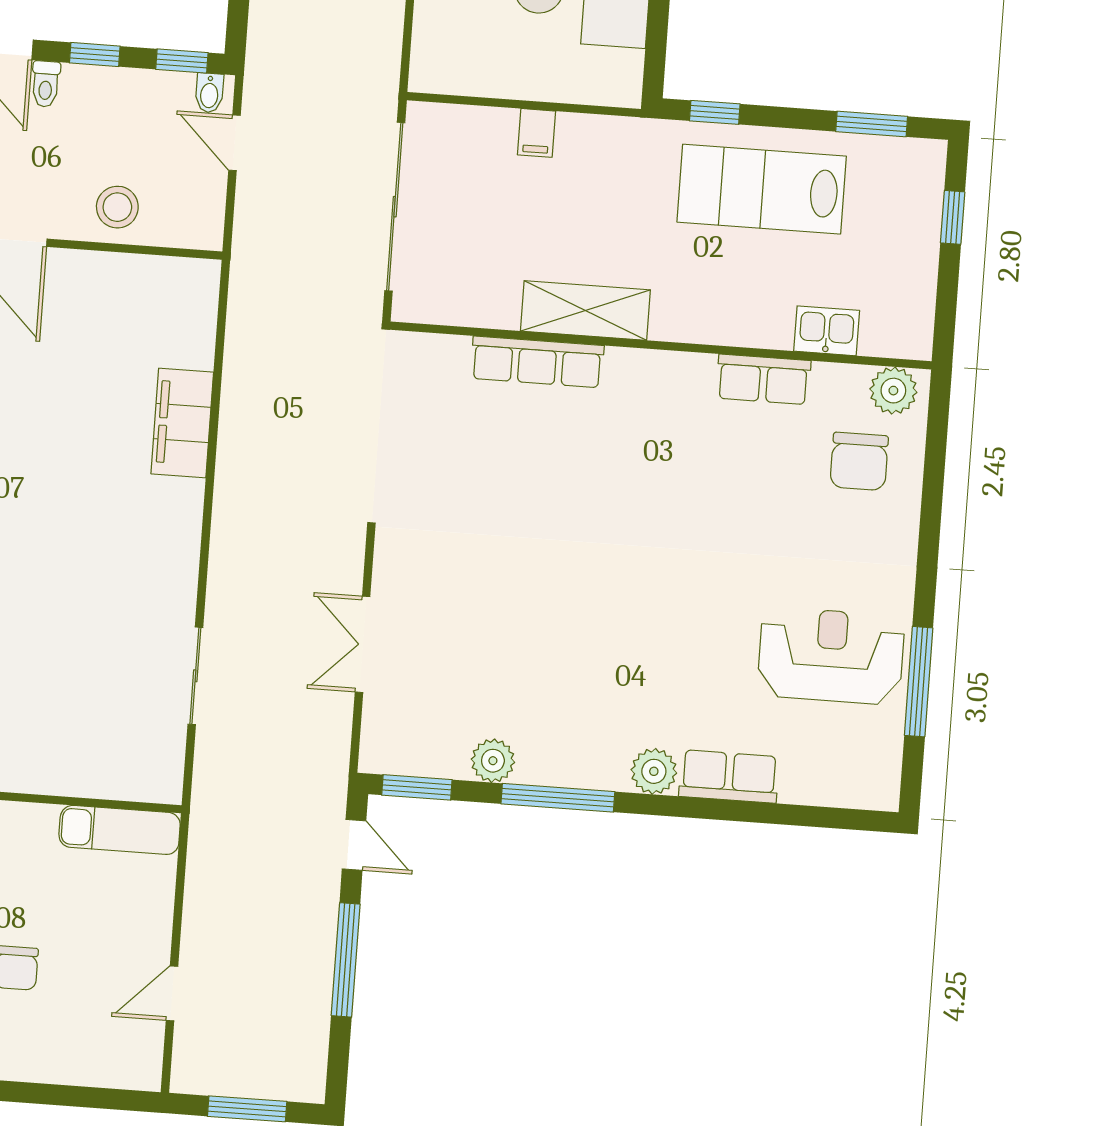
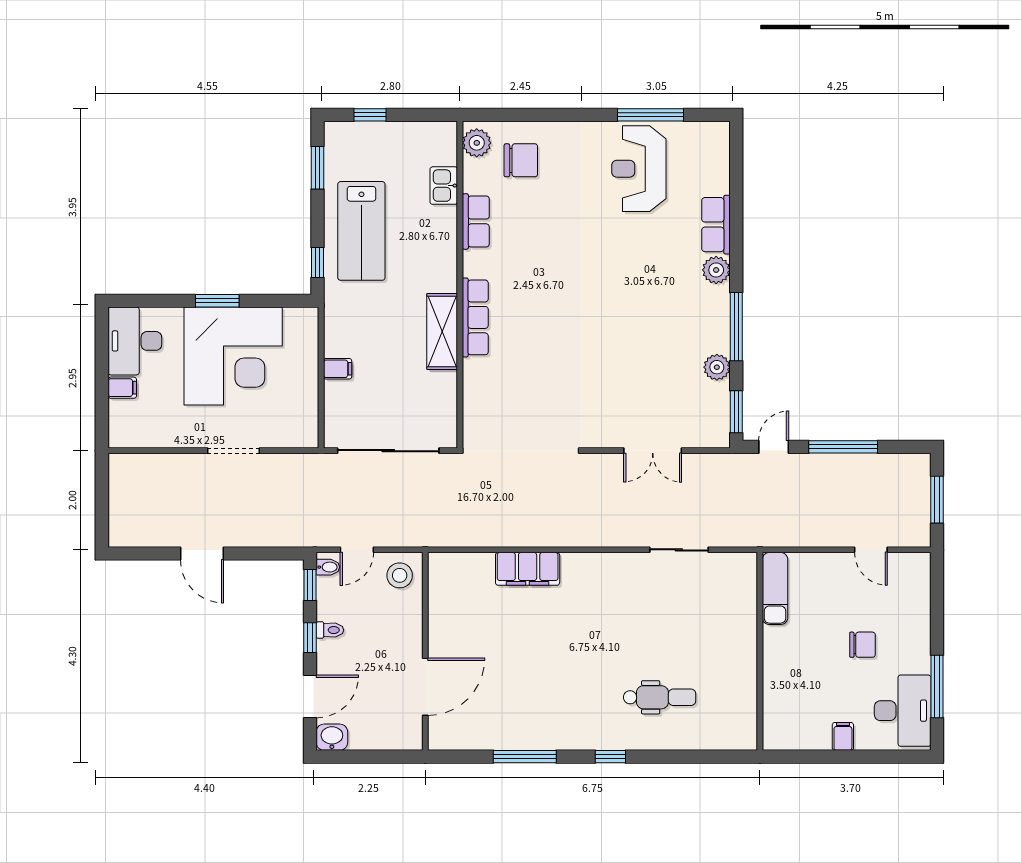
toilet: (46, 84) -> (330, 630), moved
stool: (117, 207) -> (400, 575), moved
row of seats: (537, 362) -> (475, 317), moved

